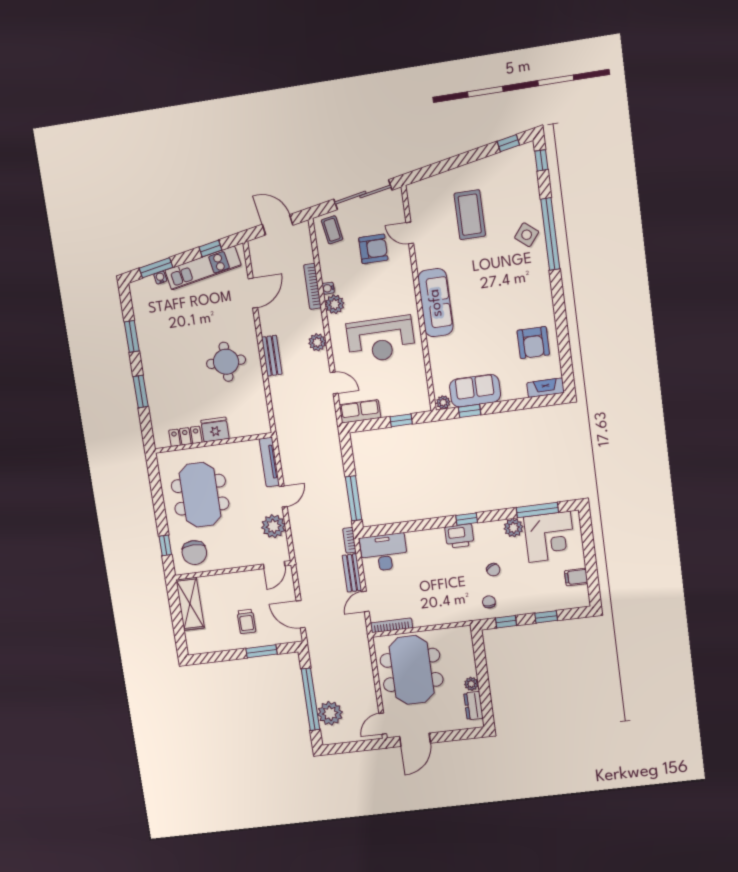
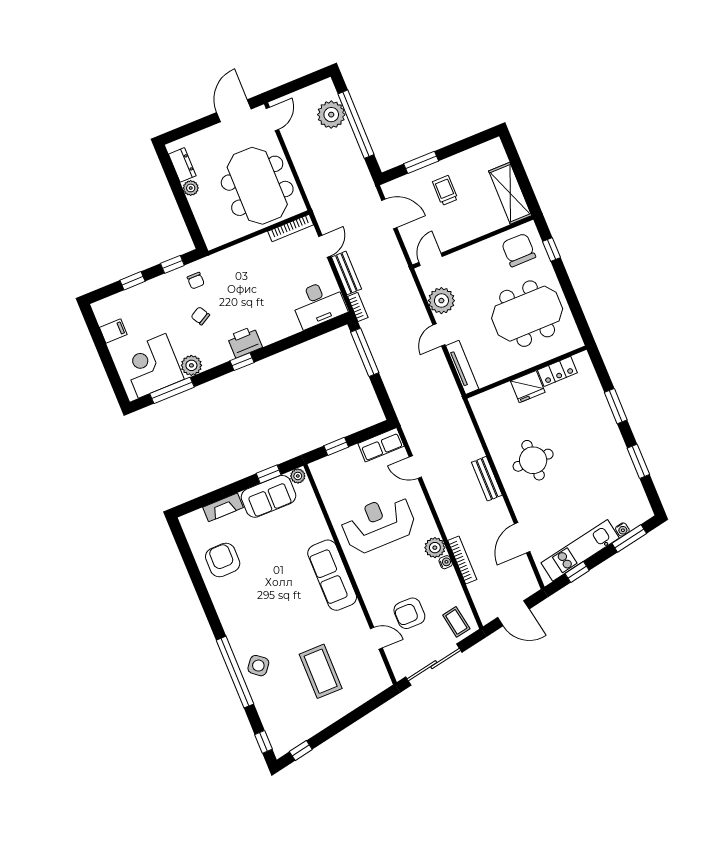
plant: (317, 342) -> (443, 504), removed
fireplace: (546, 388) -> (223, 507), moved
meeting table: (200, 495) -> (527, 314), turned 90

